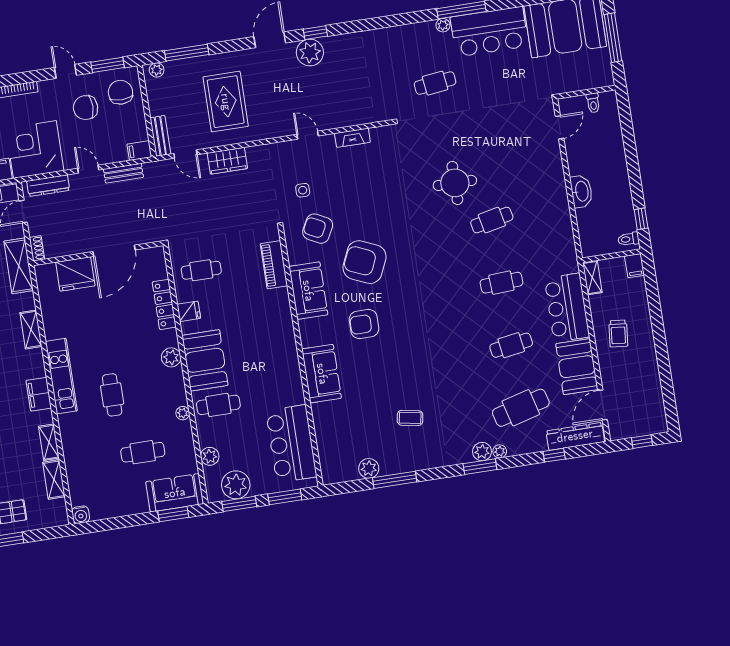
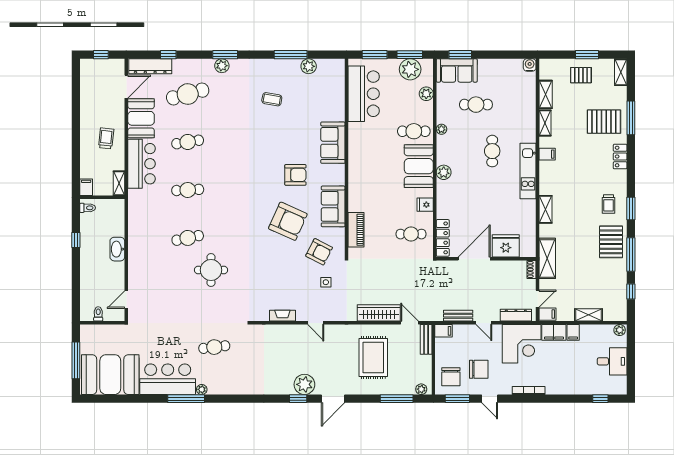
wardrobe: (227, 161) -> (379, 313), width x1.50
window: (641, 219) -> (76, 240), moved
locker: (164, 304) -> (443, 238), moved
filing cabinet: (39, 394) -> (547, 154), width x0.50
plant: (500, 451) -> (209, 64), removed

